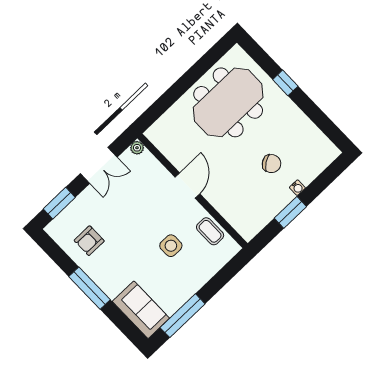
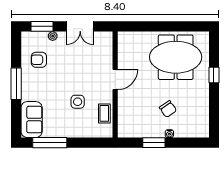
plant: (137, 148) -> (53, 36), moved

